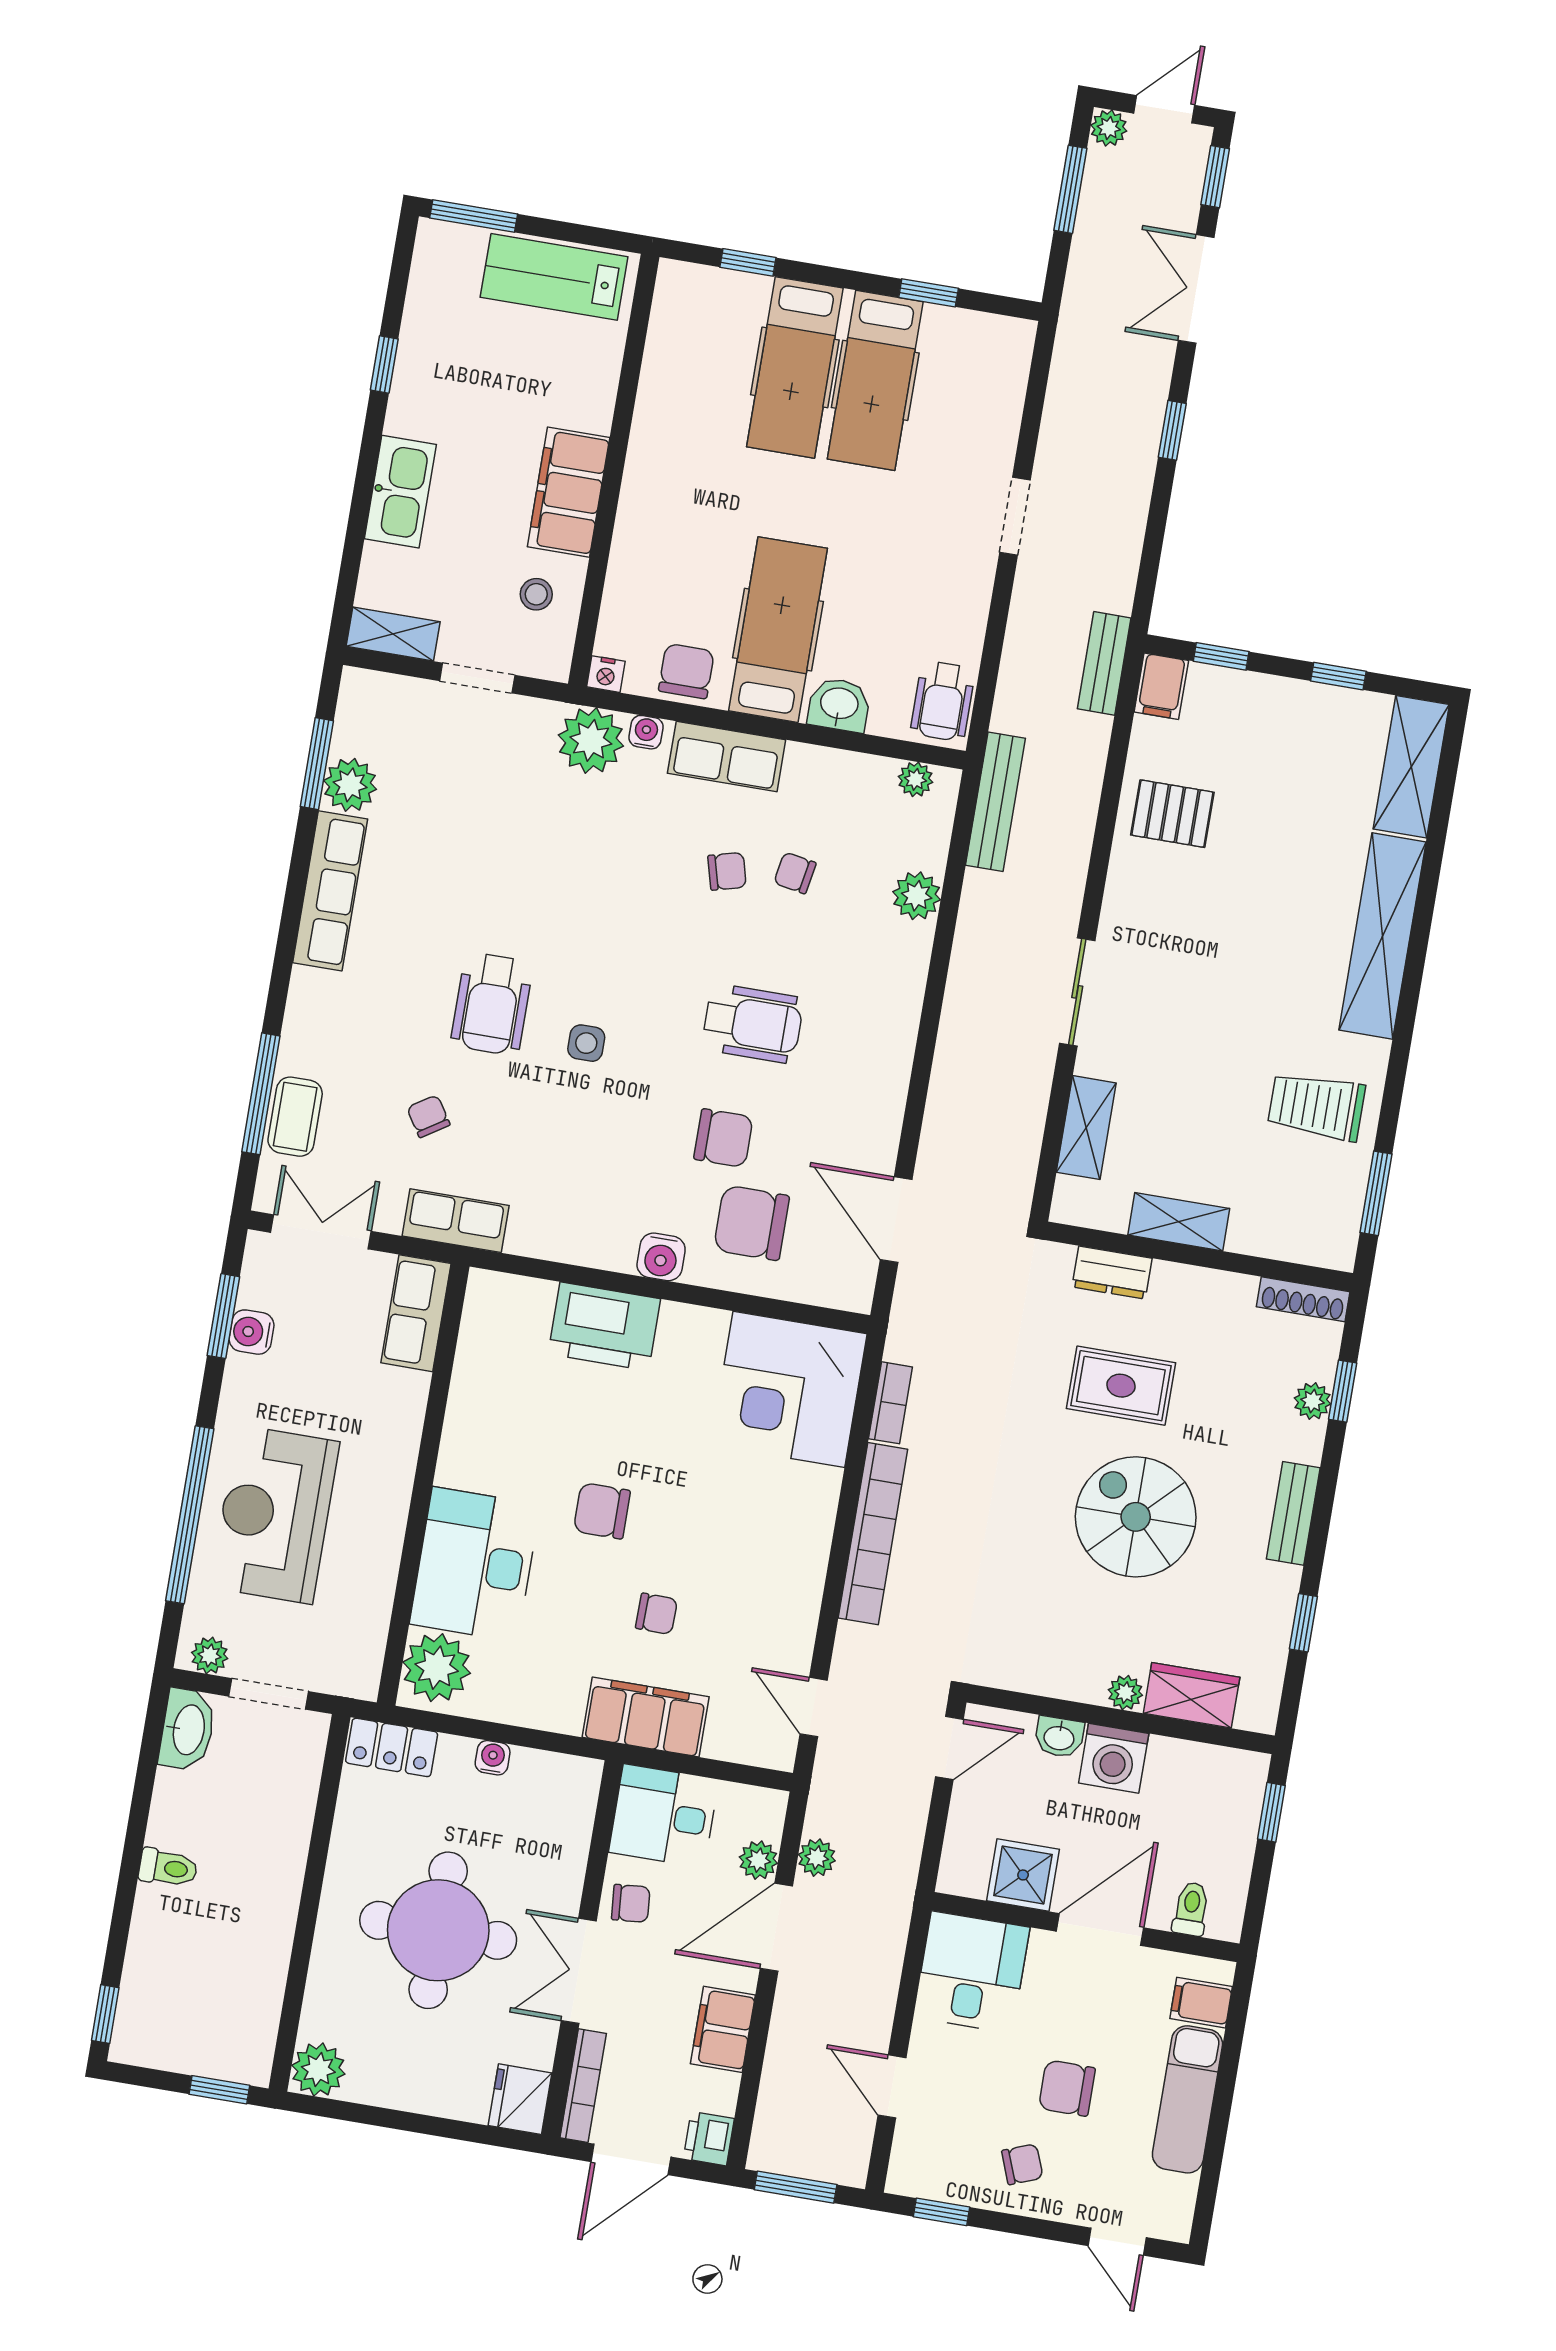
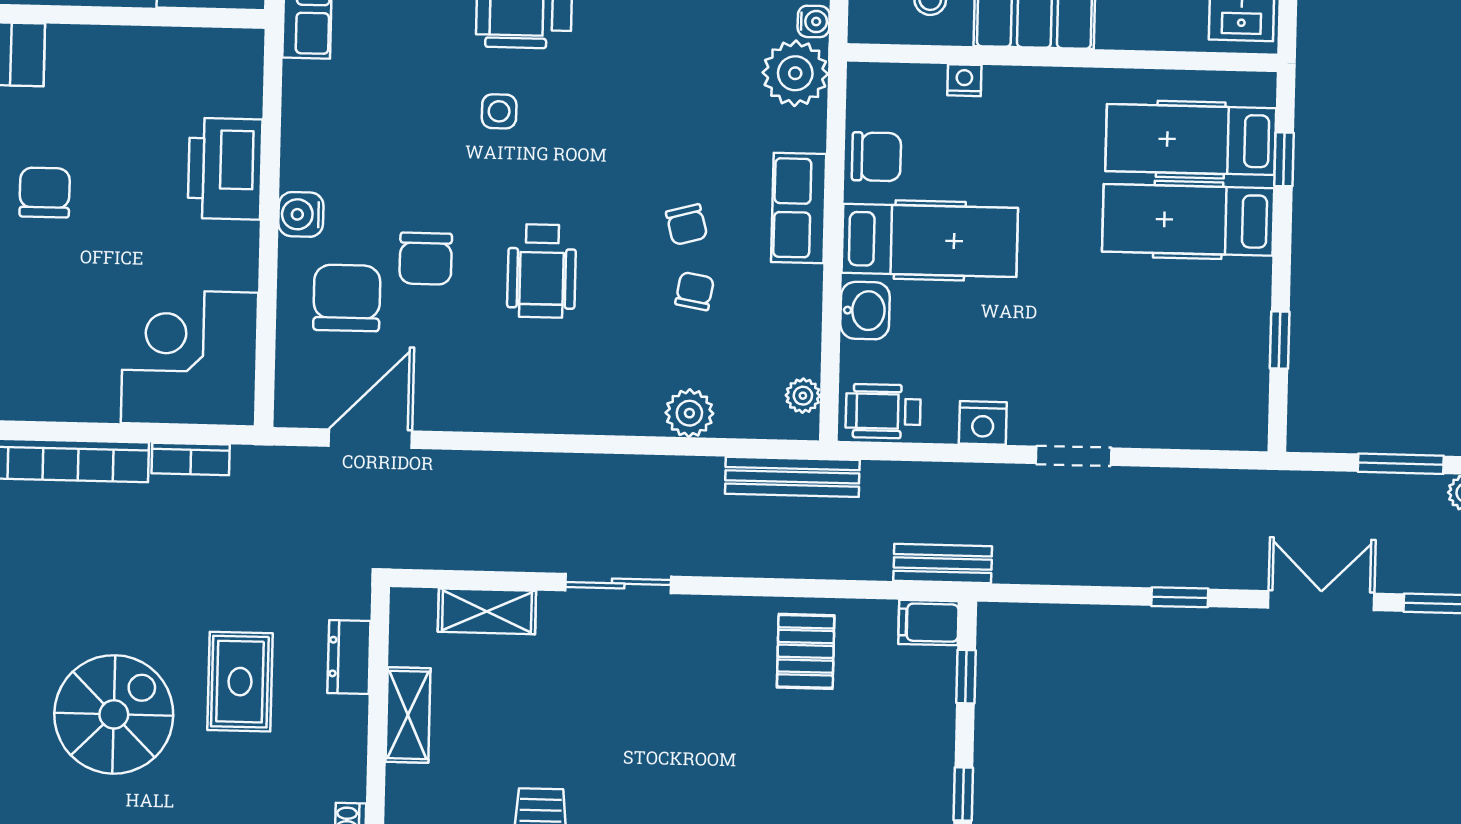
hospital bed: (875, 380) -> (1191, 140), moved
nightstand: (969, 603) -> (983, 423), added
nightstand: (606, 674) -> (964, 80), moved, turned 90
water cooler: (646, 732) -> (814, 21), moved

